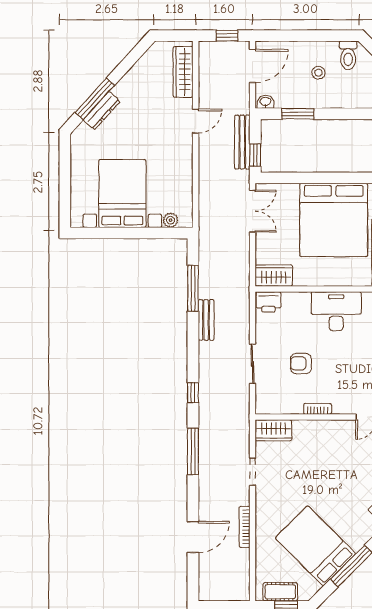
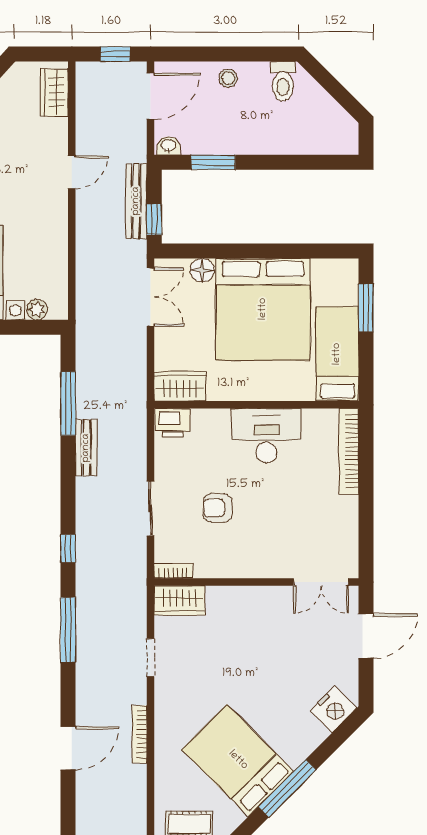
wardrobe: (183, 72) -> (54, 92), width x0.67
stool: (318, 73) -> (228, 78), moved
floor lamp: (290, 192) -> (202, 270), added
bookcase: (317, 409) -> (173, 571), moved

